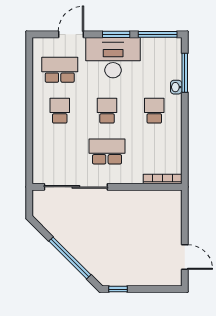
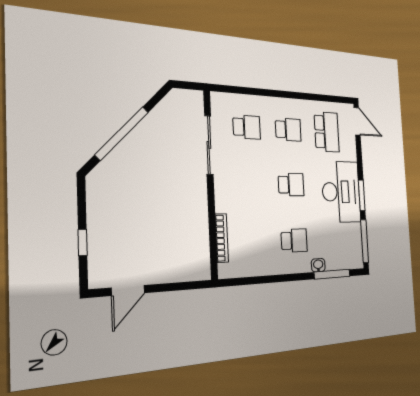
door: (71, 34) -> (357, 121), moved
school desk: (107, 151) -> (247, 127), moved, width x0.54
bookcase: (163, 179) -> (222, 238), moved
sliding door: (76, 187) -> (209, 145), width x0.73
window: (118, 289) -> (83, 242), moved

